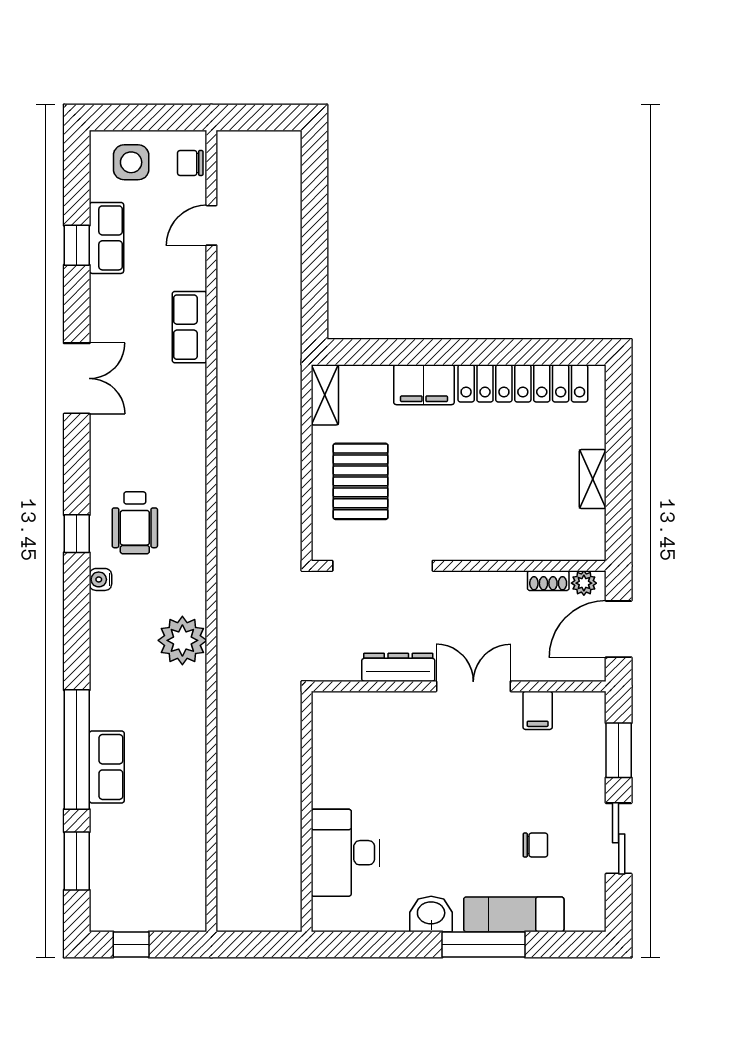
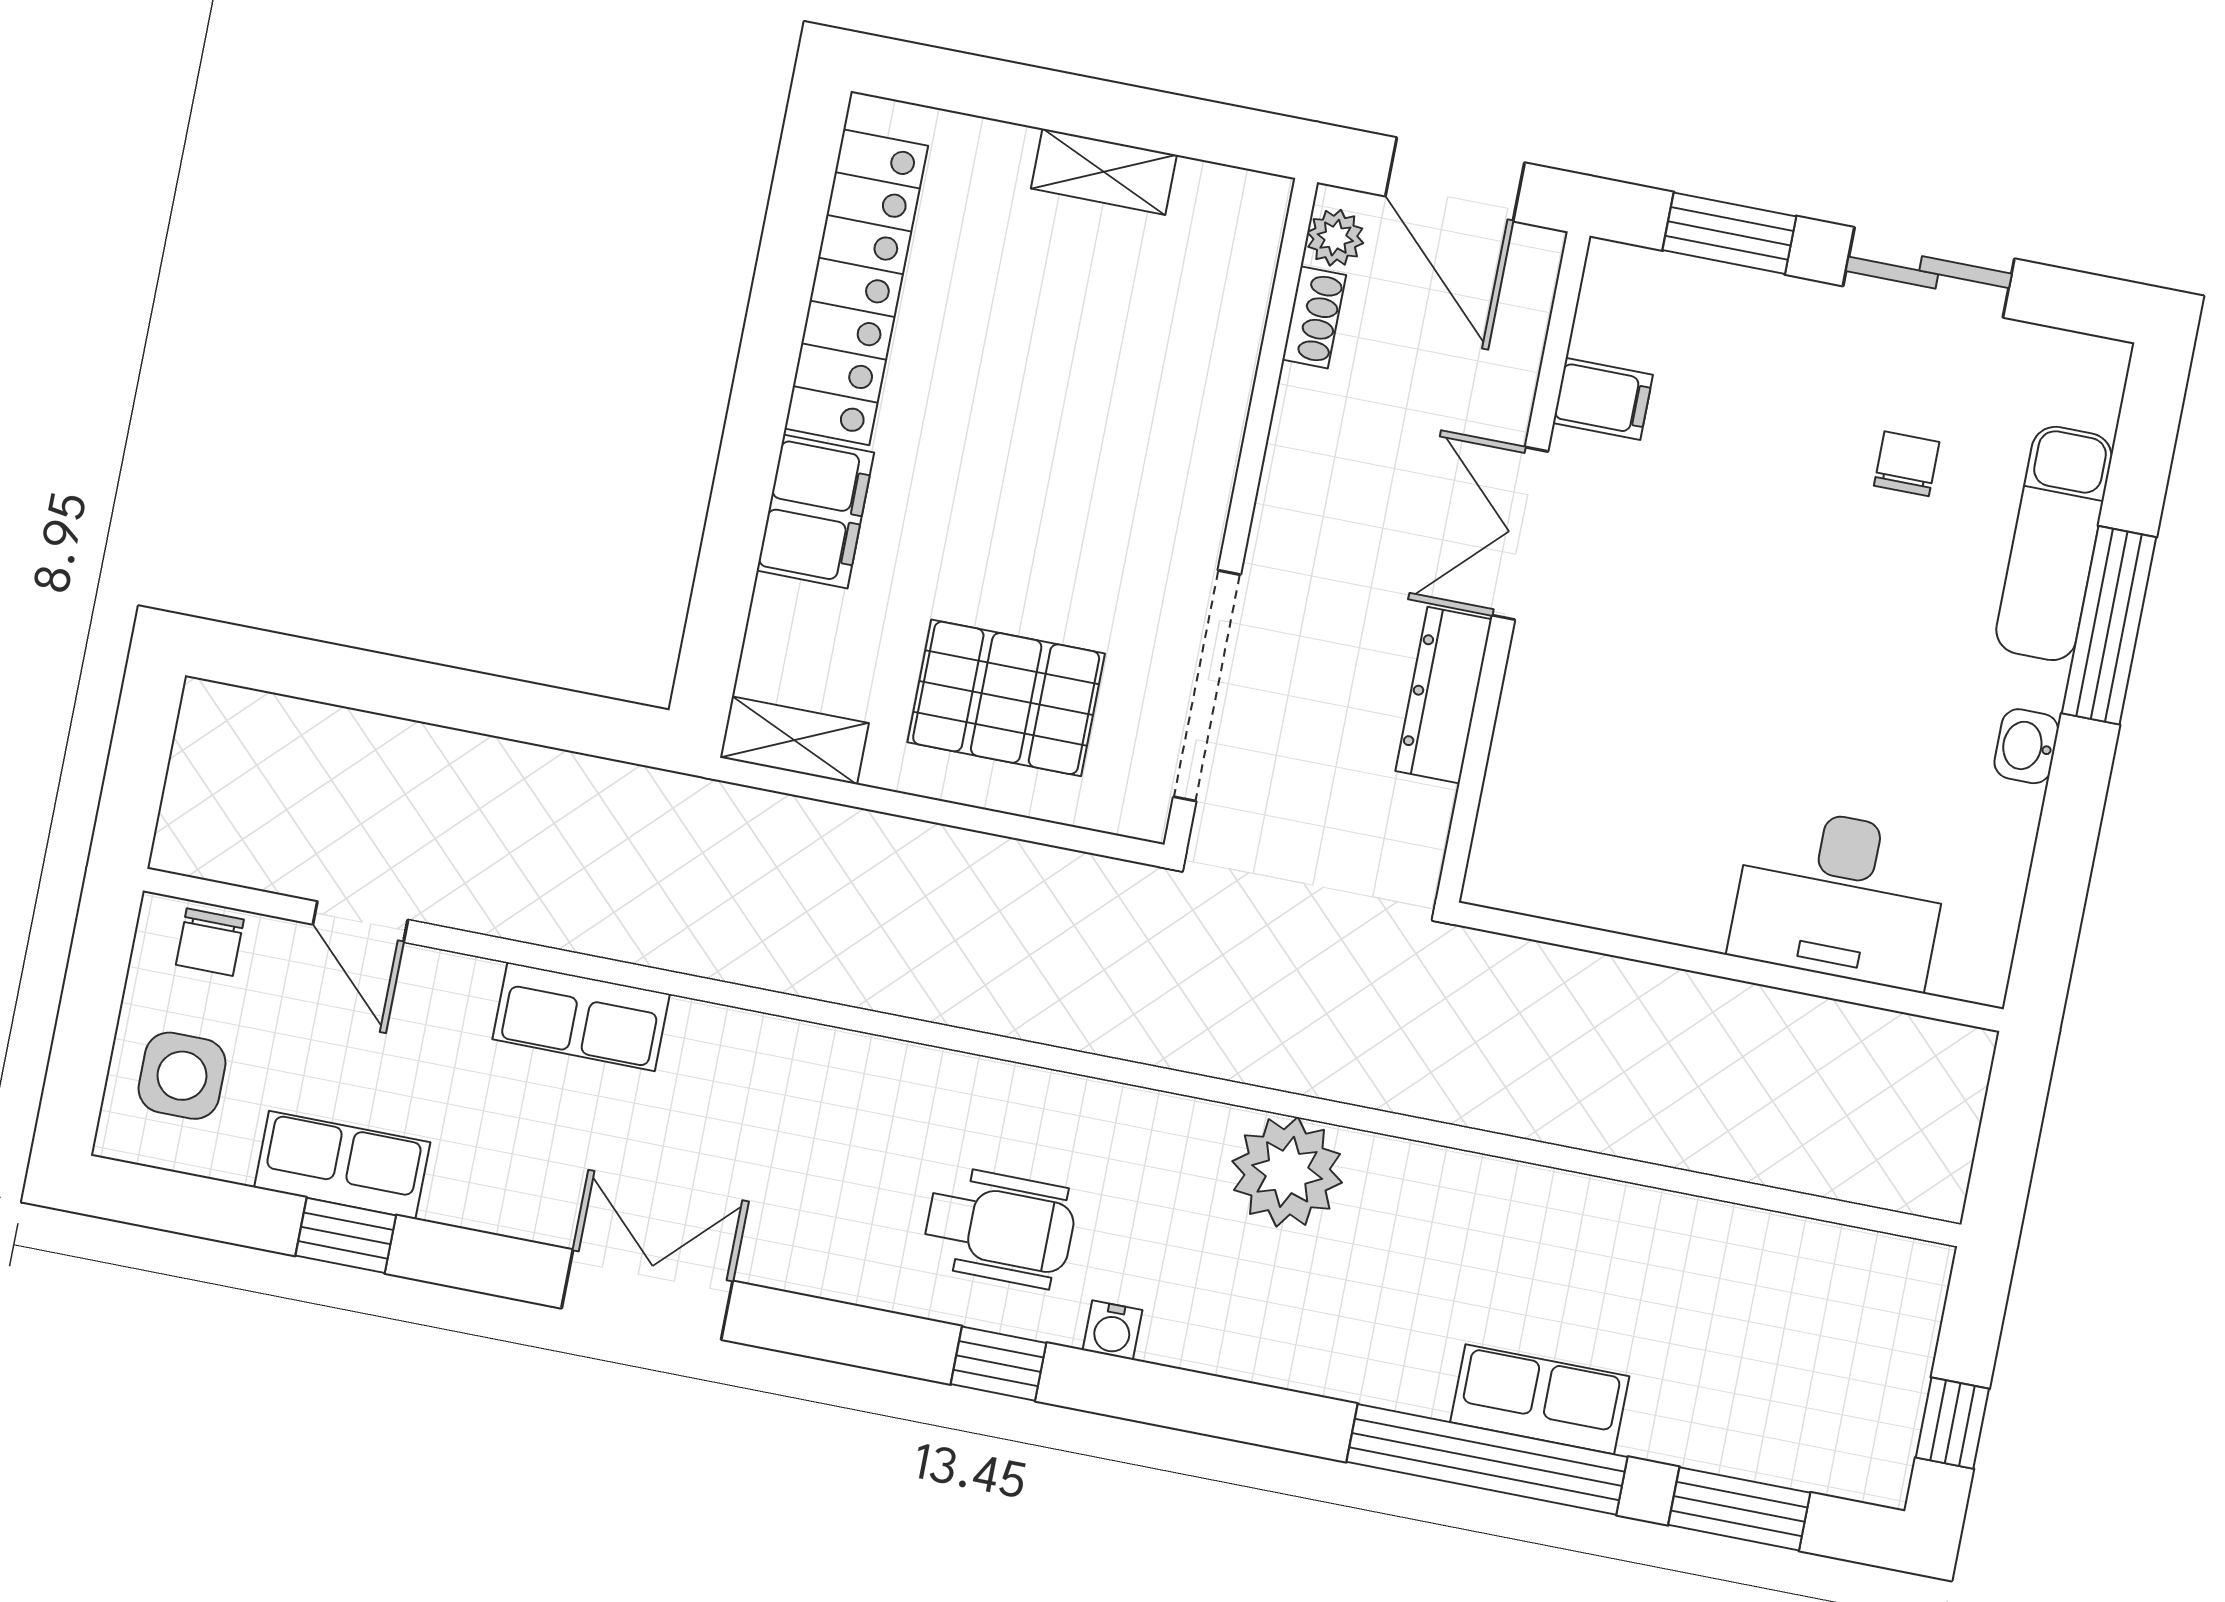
washbasin: (431, 914) -> (2026, 746), width x0.72, depth x0.69

